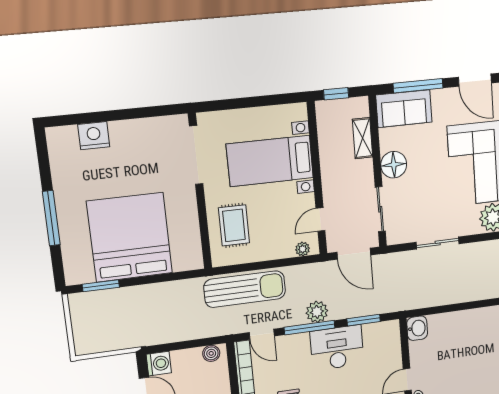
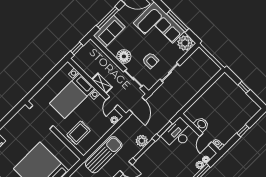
shelving: (363, 138) -> (102, 83), moved
armchair: (426, 203) -> (150, 60), added
rug: (234, 225) -> (78, 133), turned 90
door: (354, 254) -> (137, 105), hinge flipped
washbasin: (417, 328) -> (201, 124), moved
desk: (337, 348) -> (178, 134), moved

